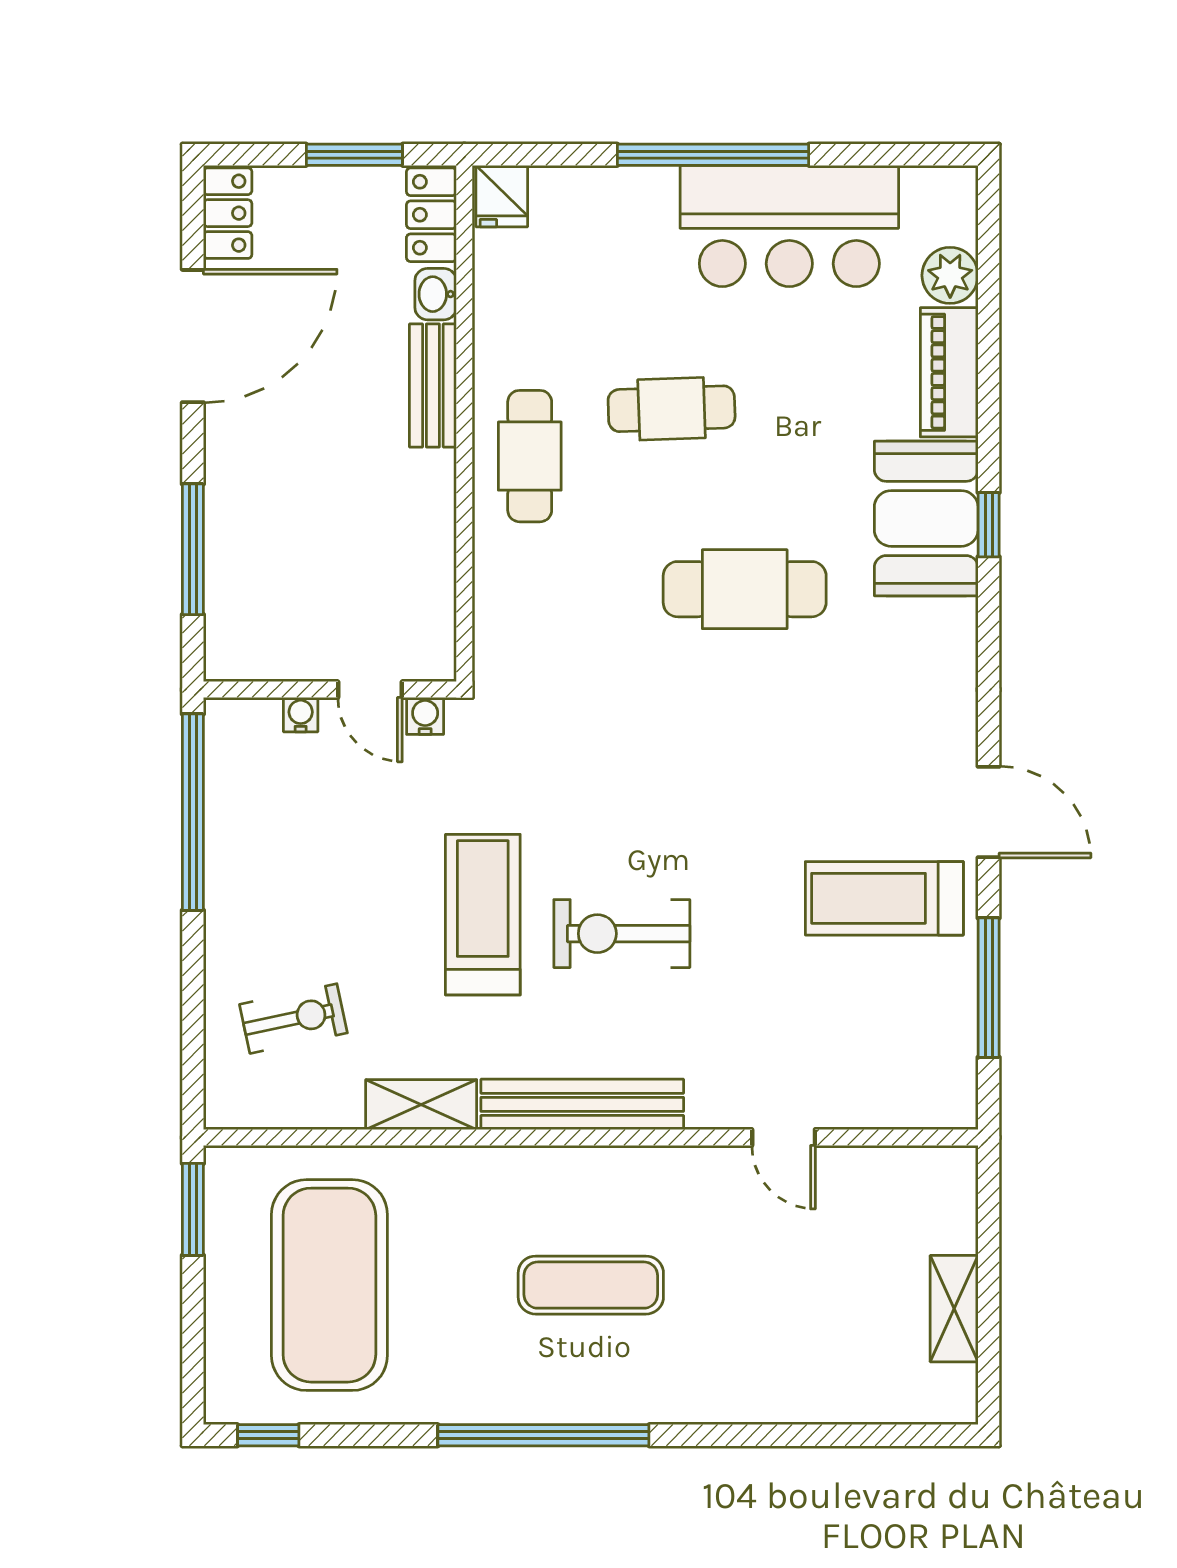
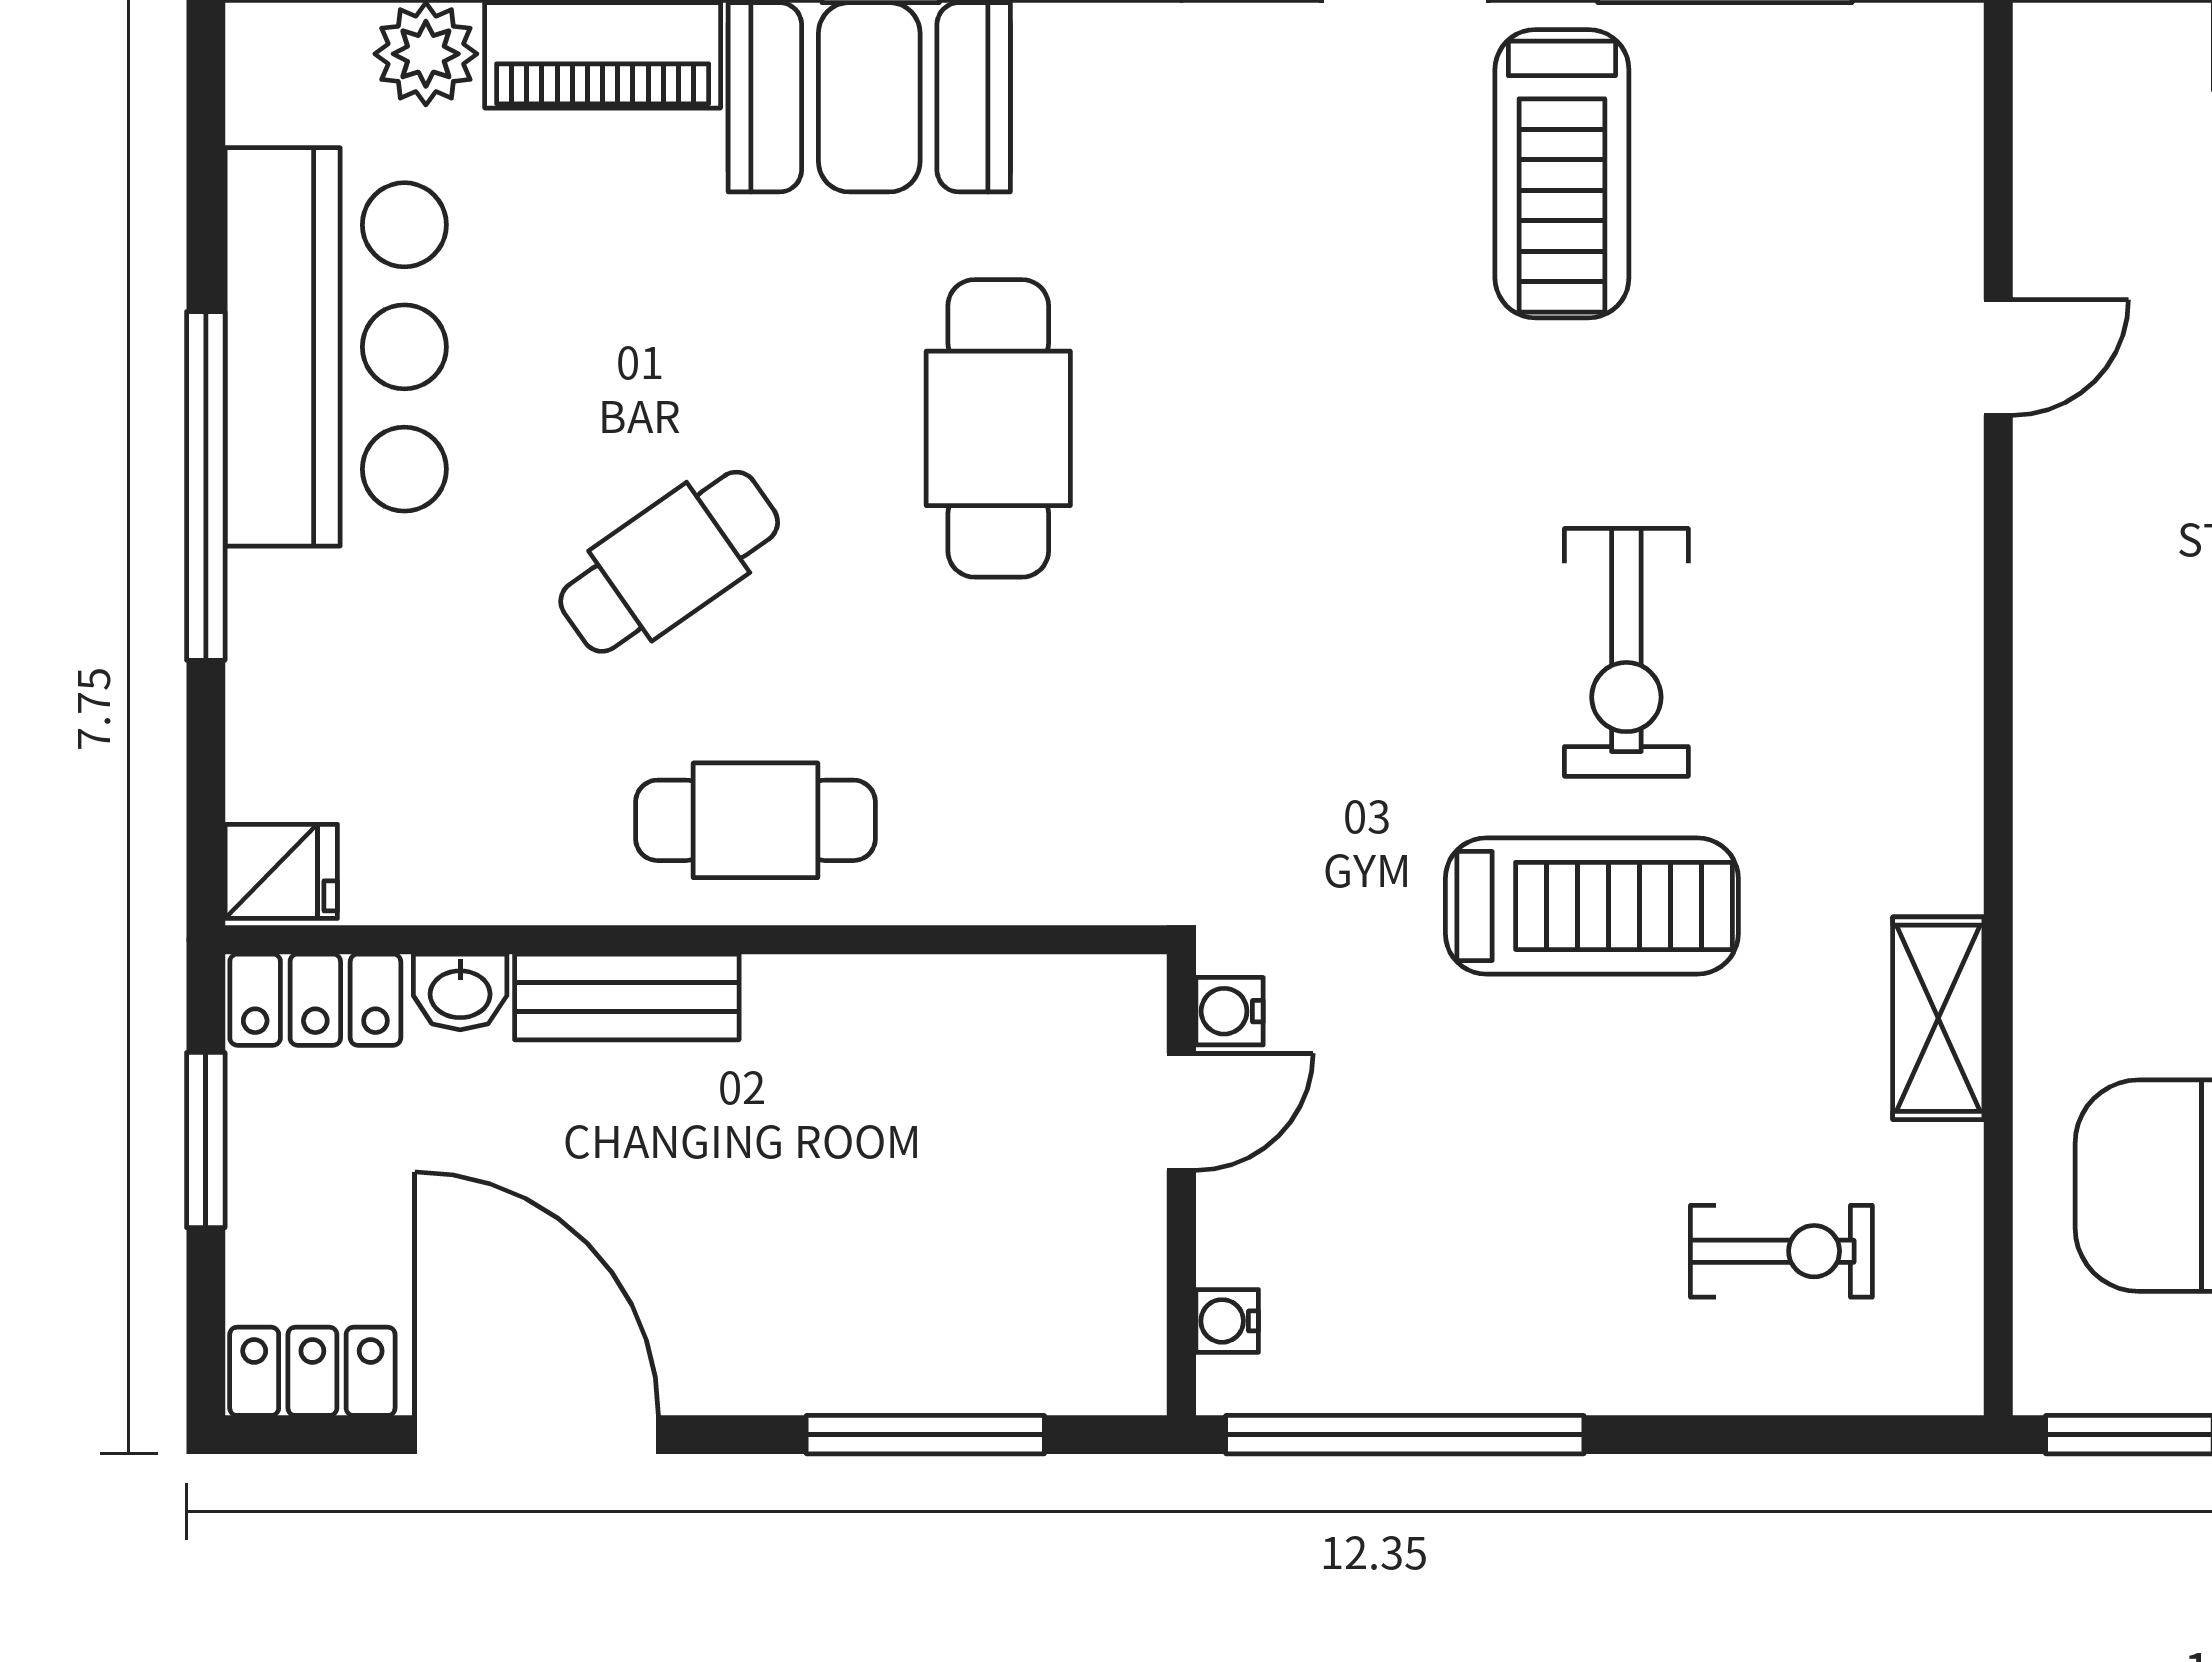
cafe table: (672, 409) -> (669, 562), turned 57
water cooler: (301, 715) -> (1227, 1321), moved
treadmill: (483, 915) -> (1592, 906), turned 180
exercise bike: (293, 1019) -> (1781, 1251), turned 102
bench: (582, 1104) -> (1938, 725), removed

